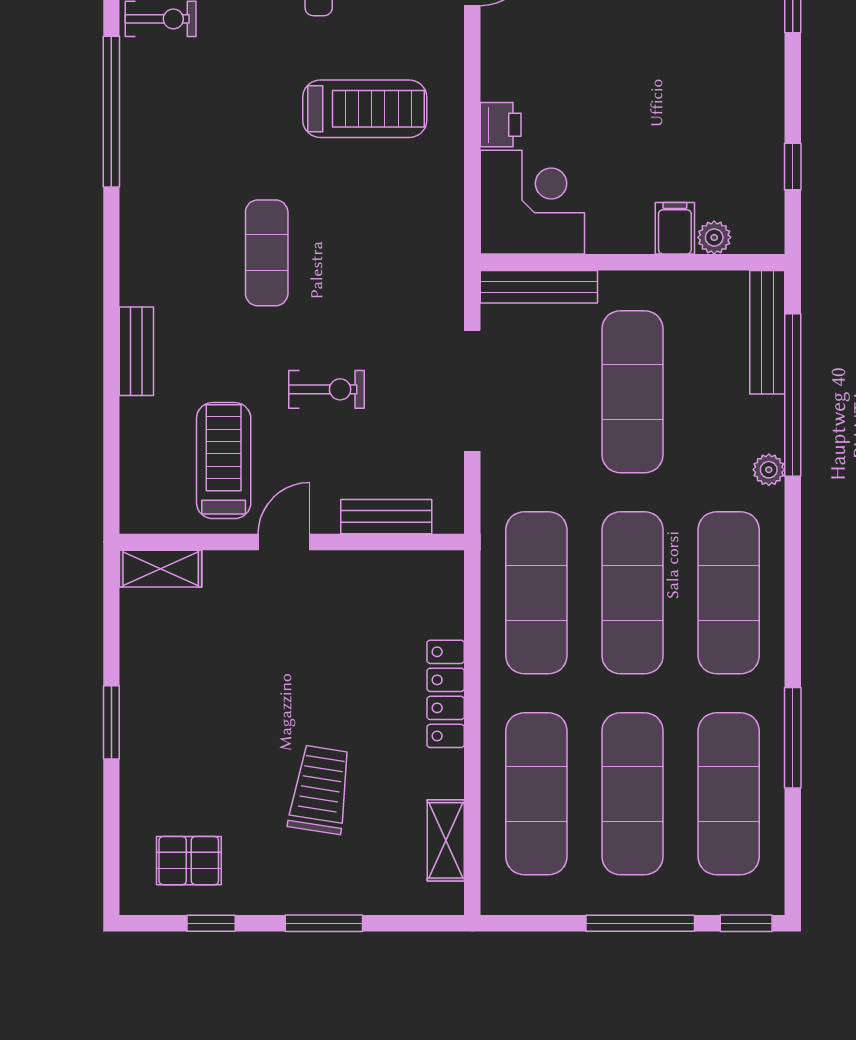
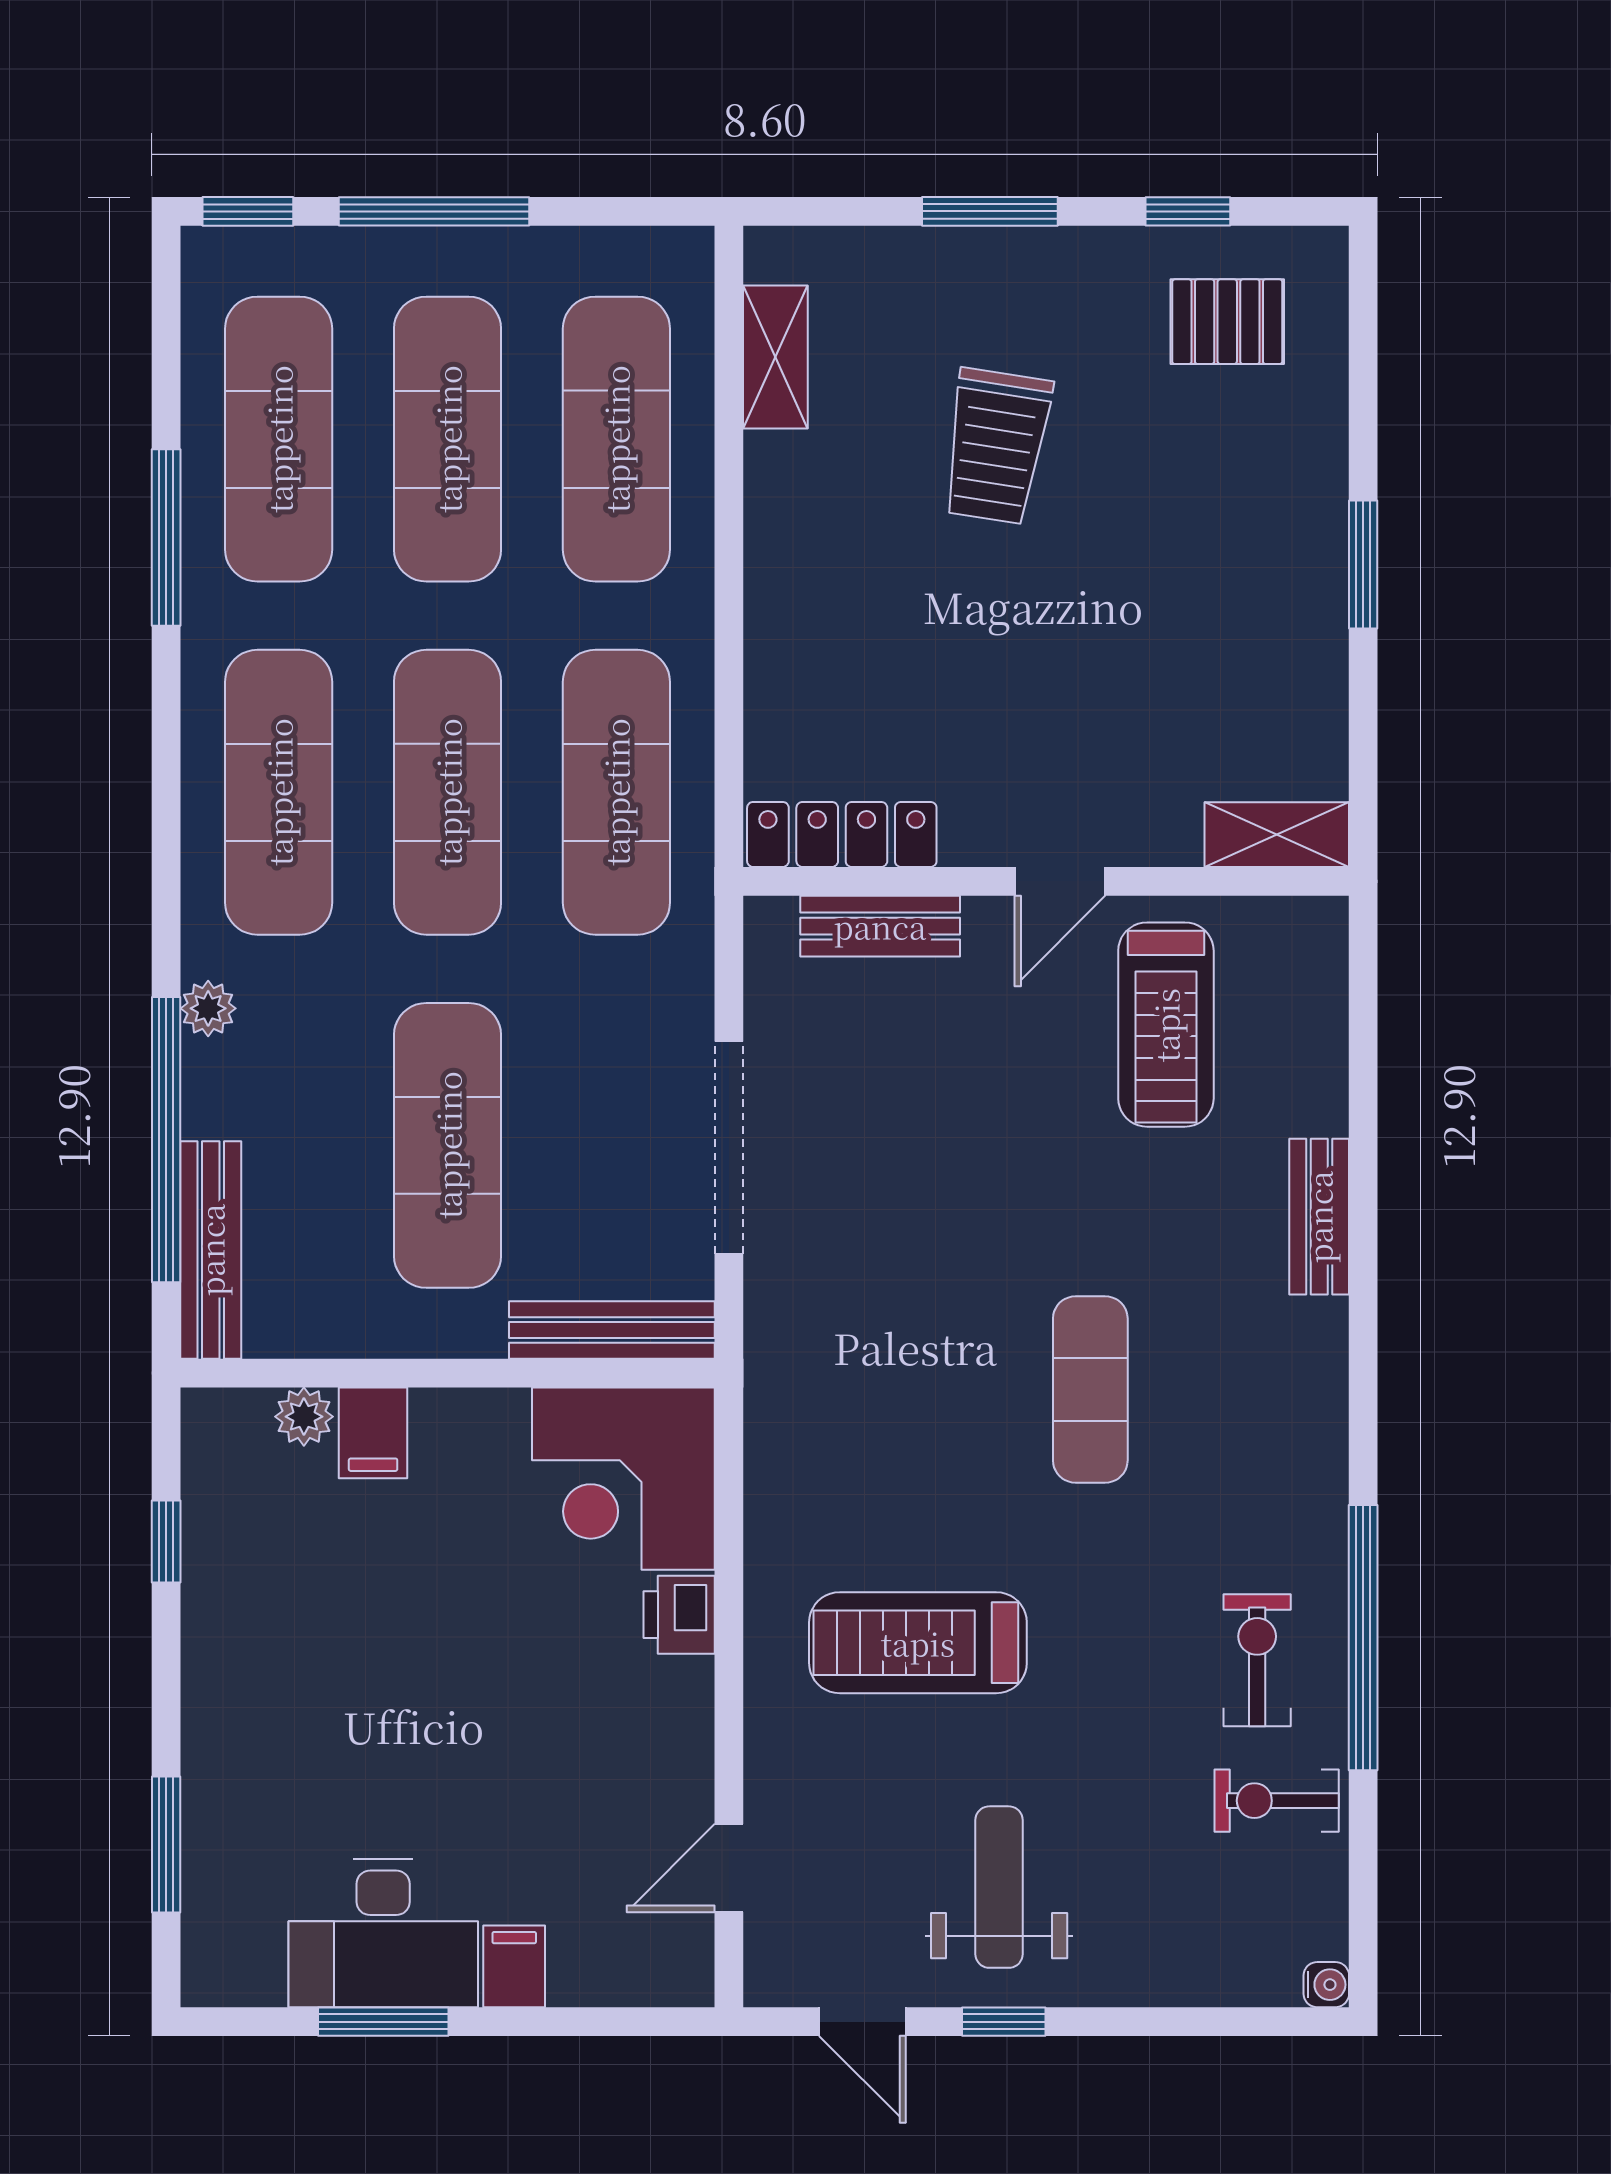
exercise bike: (326, 389) -> (1257, 1660), moved, turned 90
locker: (446, 694) -> (842, 834), moved, turned -90

